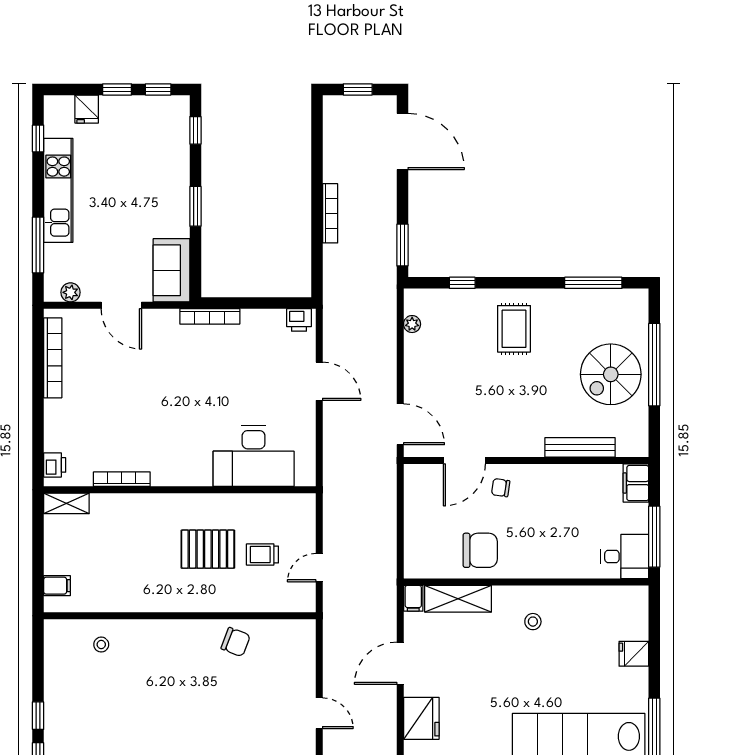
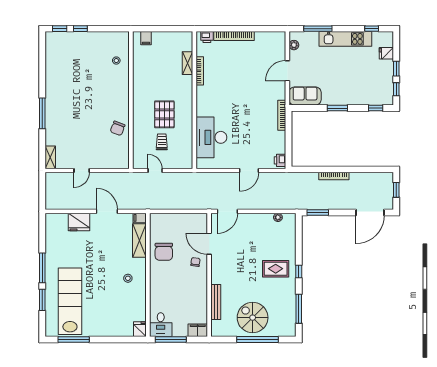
window: (462, 283) -> (299, 272), moved
bookcase: (53, 358) -> (234, 36), moved
shelving: (66, 503) -> (187, 63), moved
fridge: (634, 654) -> (140, 329), moved

